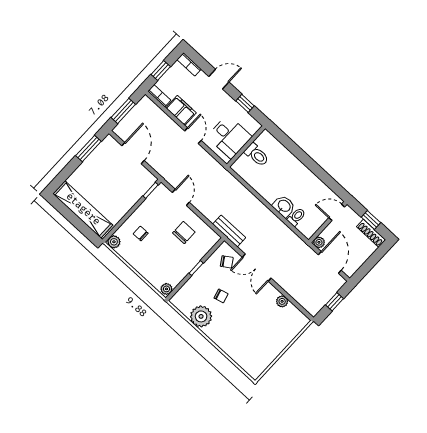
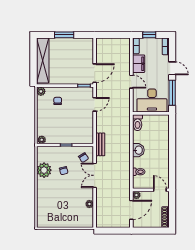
window: (245, 103) -> (172, 93), width x2.17
window: (123, 111) -> (111, 35), removed
door: (193, 136) -> (131, 82), hinge flipped
desk: (229, 137) -> (152, 100), width x1.37
window: (88, 149) -> (64, 35), moved
door: (133, 153) -> (95, 73), moved
toilet: (257, 155) -> (138, 123), moved
washbasin: (284, 206) -> (138, 150), moved
window: (371, 220) -> (172, 211), removed
chair: (184, 233) -> (78, 122), removed
window: (335, 302) -> (114, 231), removed

